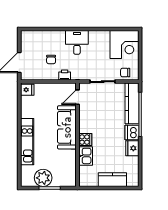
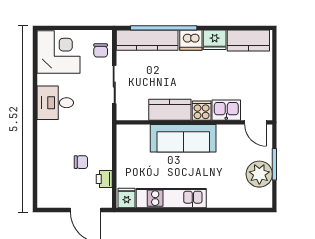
desk: (77, 42) -> (55, 103), moved
printer: (65, 75) -> (104, 179), moved
door: (77, 97) -> (255, 122), moved
kitchen counter: (86, 119) -> (170, 110), added
kitchen unit: (27, 142) -> (171, 198), moved
kitchen counter: (112, 180) -> (248, 40), moved, turned -90

